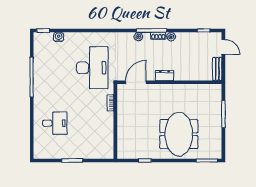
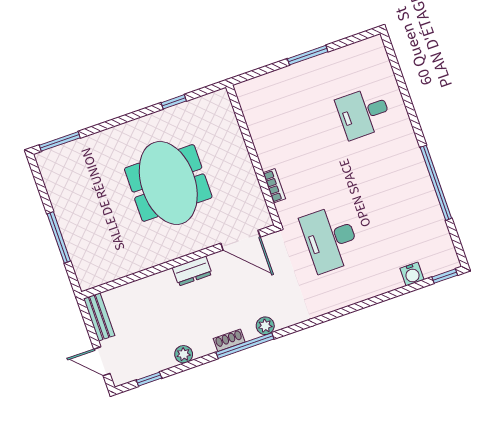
plant: (171, 37) -> (184, 354), moved
desk: (92, 68) -> (330, 239), width x0.73, depth x0.77
door: (136, 82) -> (240, 240), hinge flipped
meeting table: (179, 134) -> (168, 183), moved

